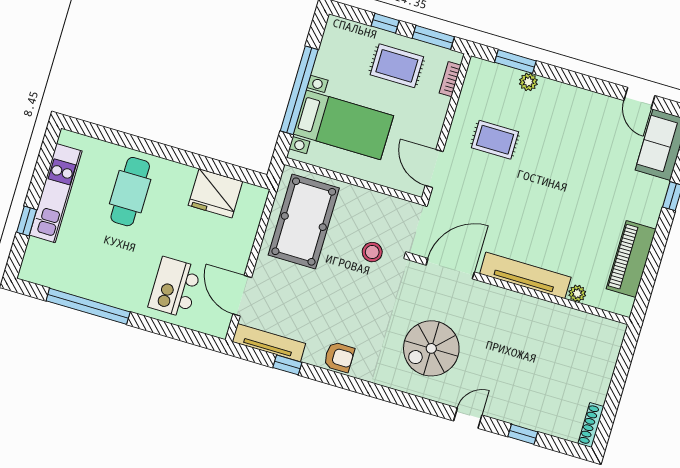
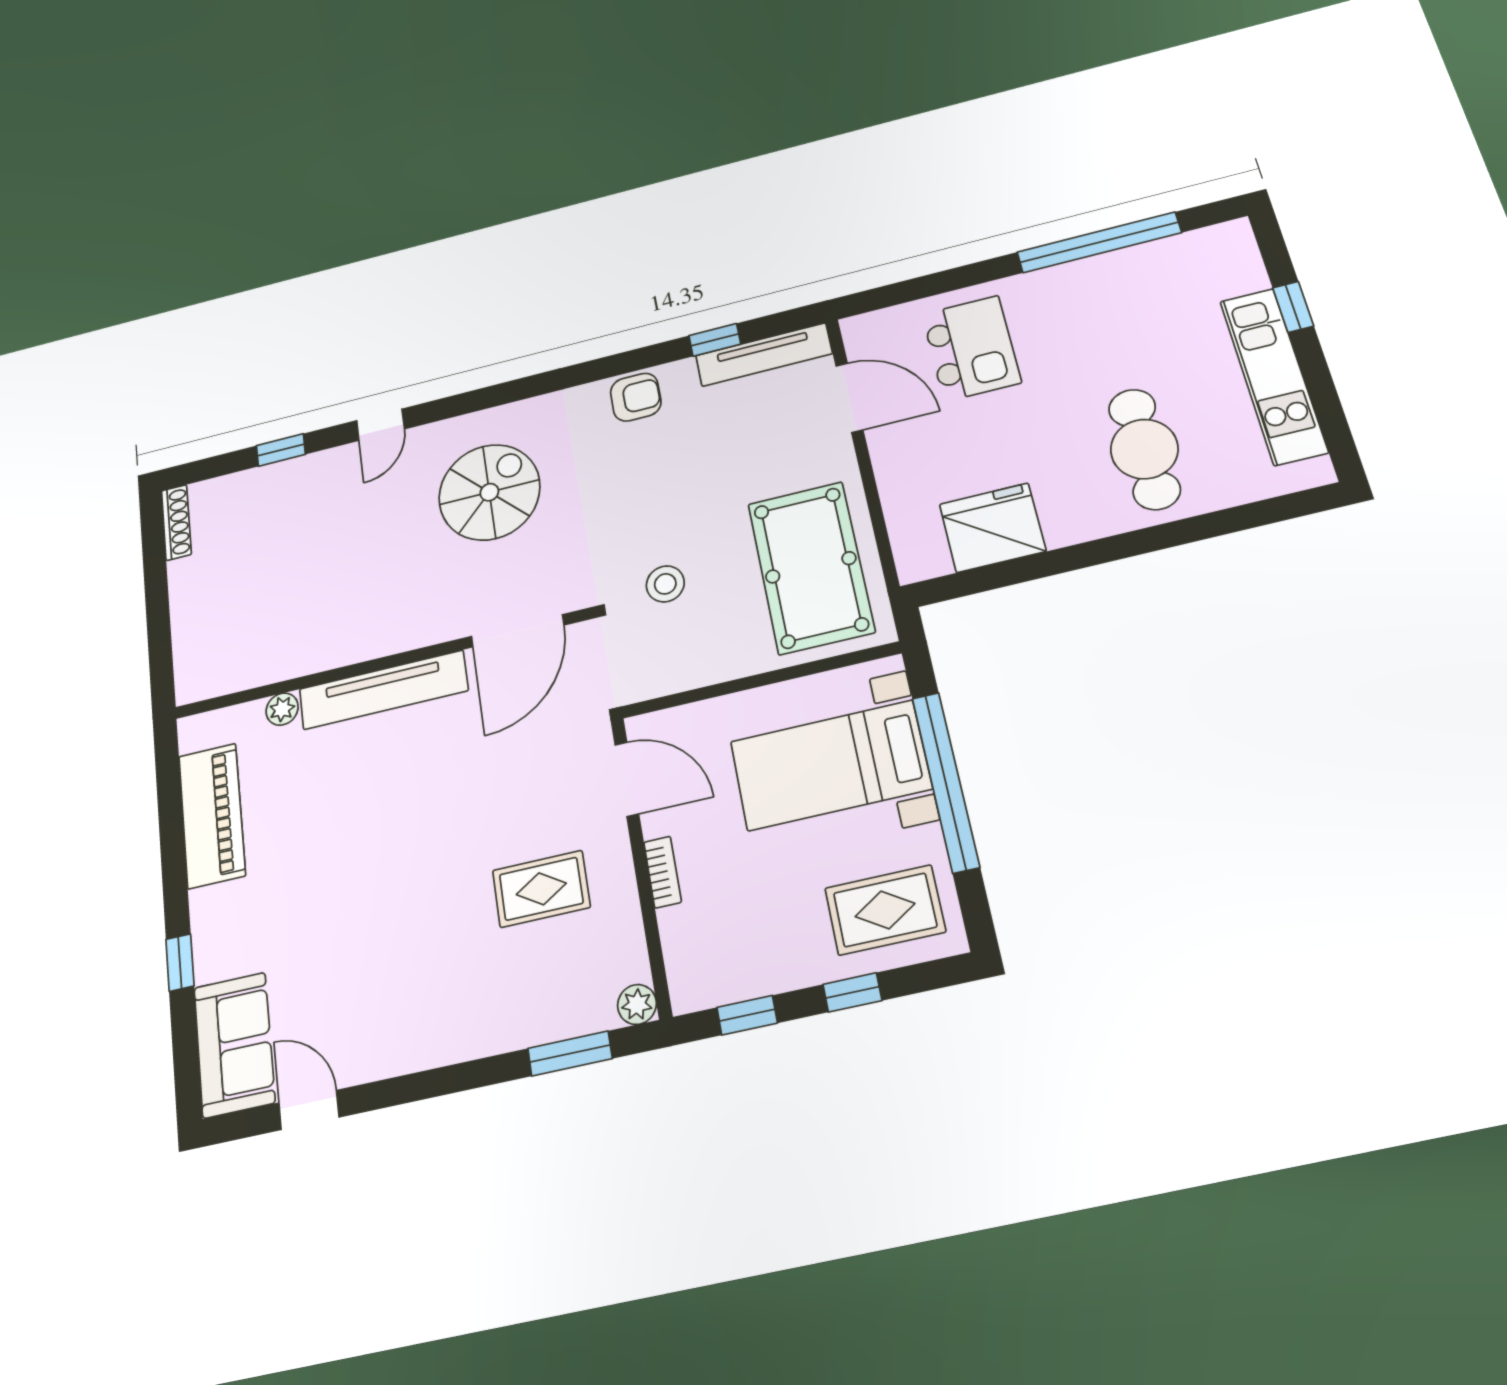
window: (433, 37) -> (747, 1015), width x0.67
rug: (397, 66) -> (885, 910), moved
bookcase: (450, 79) -> (663, 872), moved
plant: (528, 82) -> (637, 1004), moved
armchair: (339, 357) -> (636, 397), turned 180

